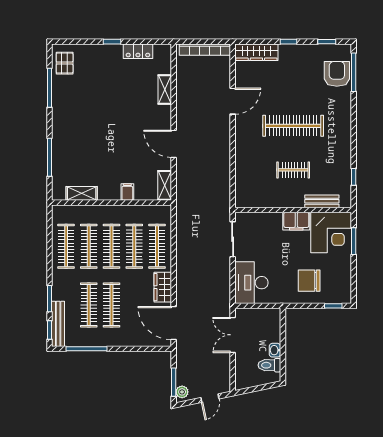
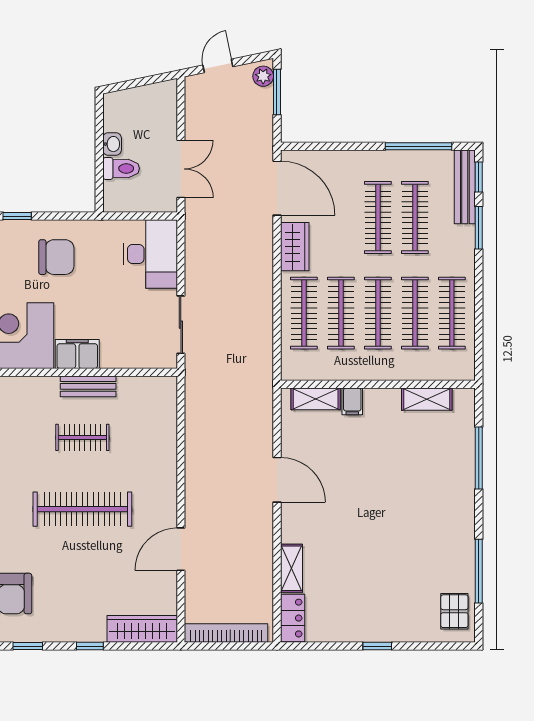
locker: (138, 51) -> (293, 618), moved, turned 90
shelving: (165, 185) -> (316, 399), moved, turned 90
bench: (322, 201) -> (88, 386), moved
toilet: (269, 365) -> (121, 168), moved

